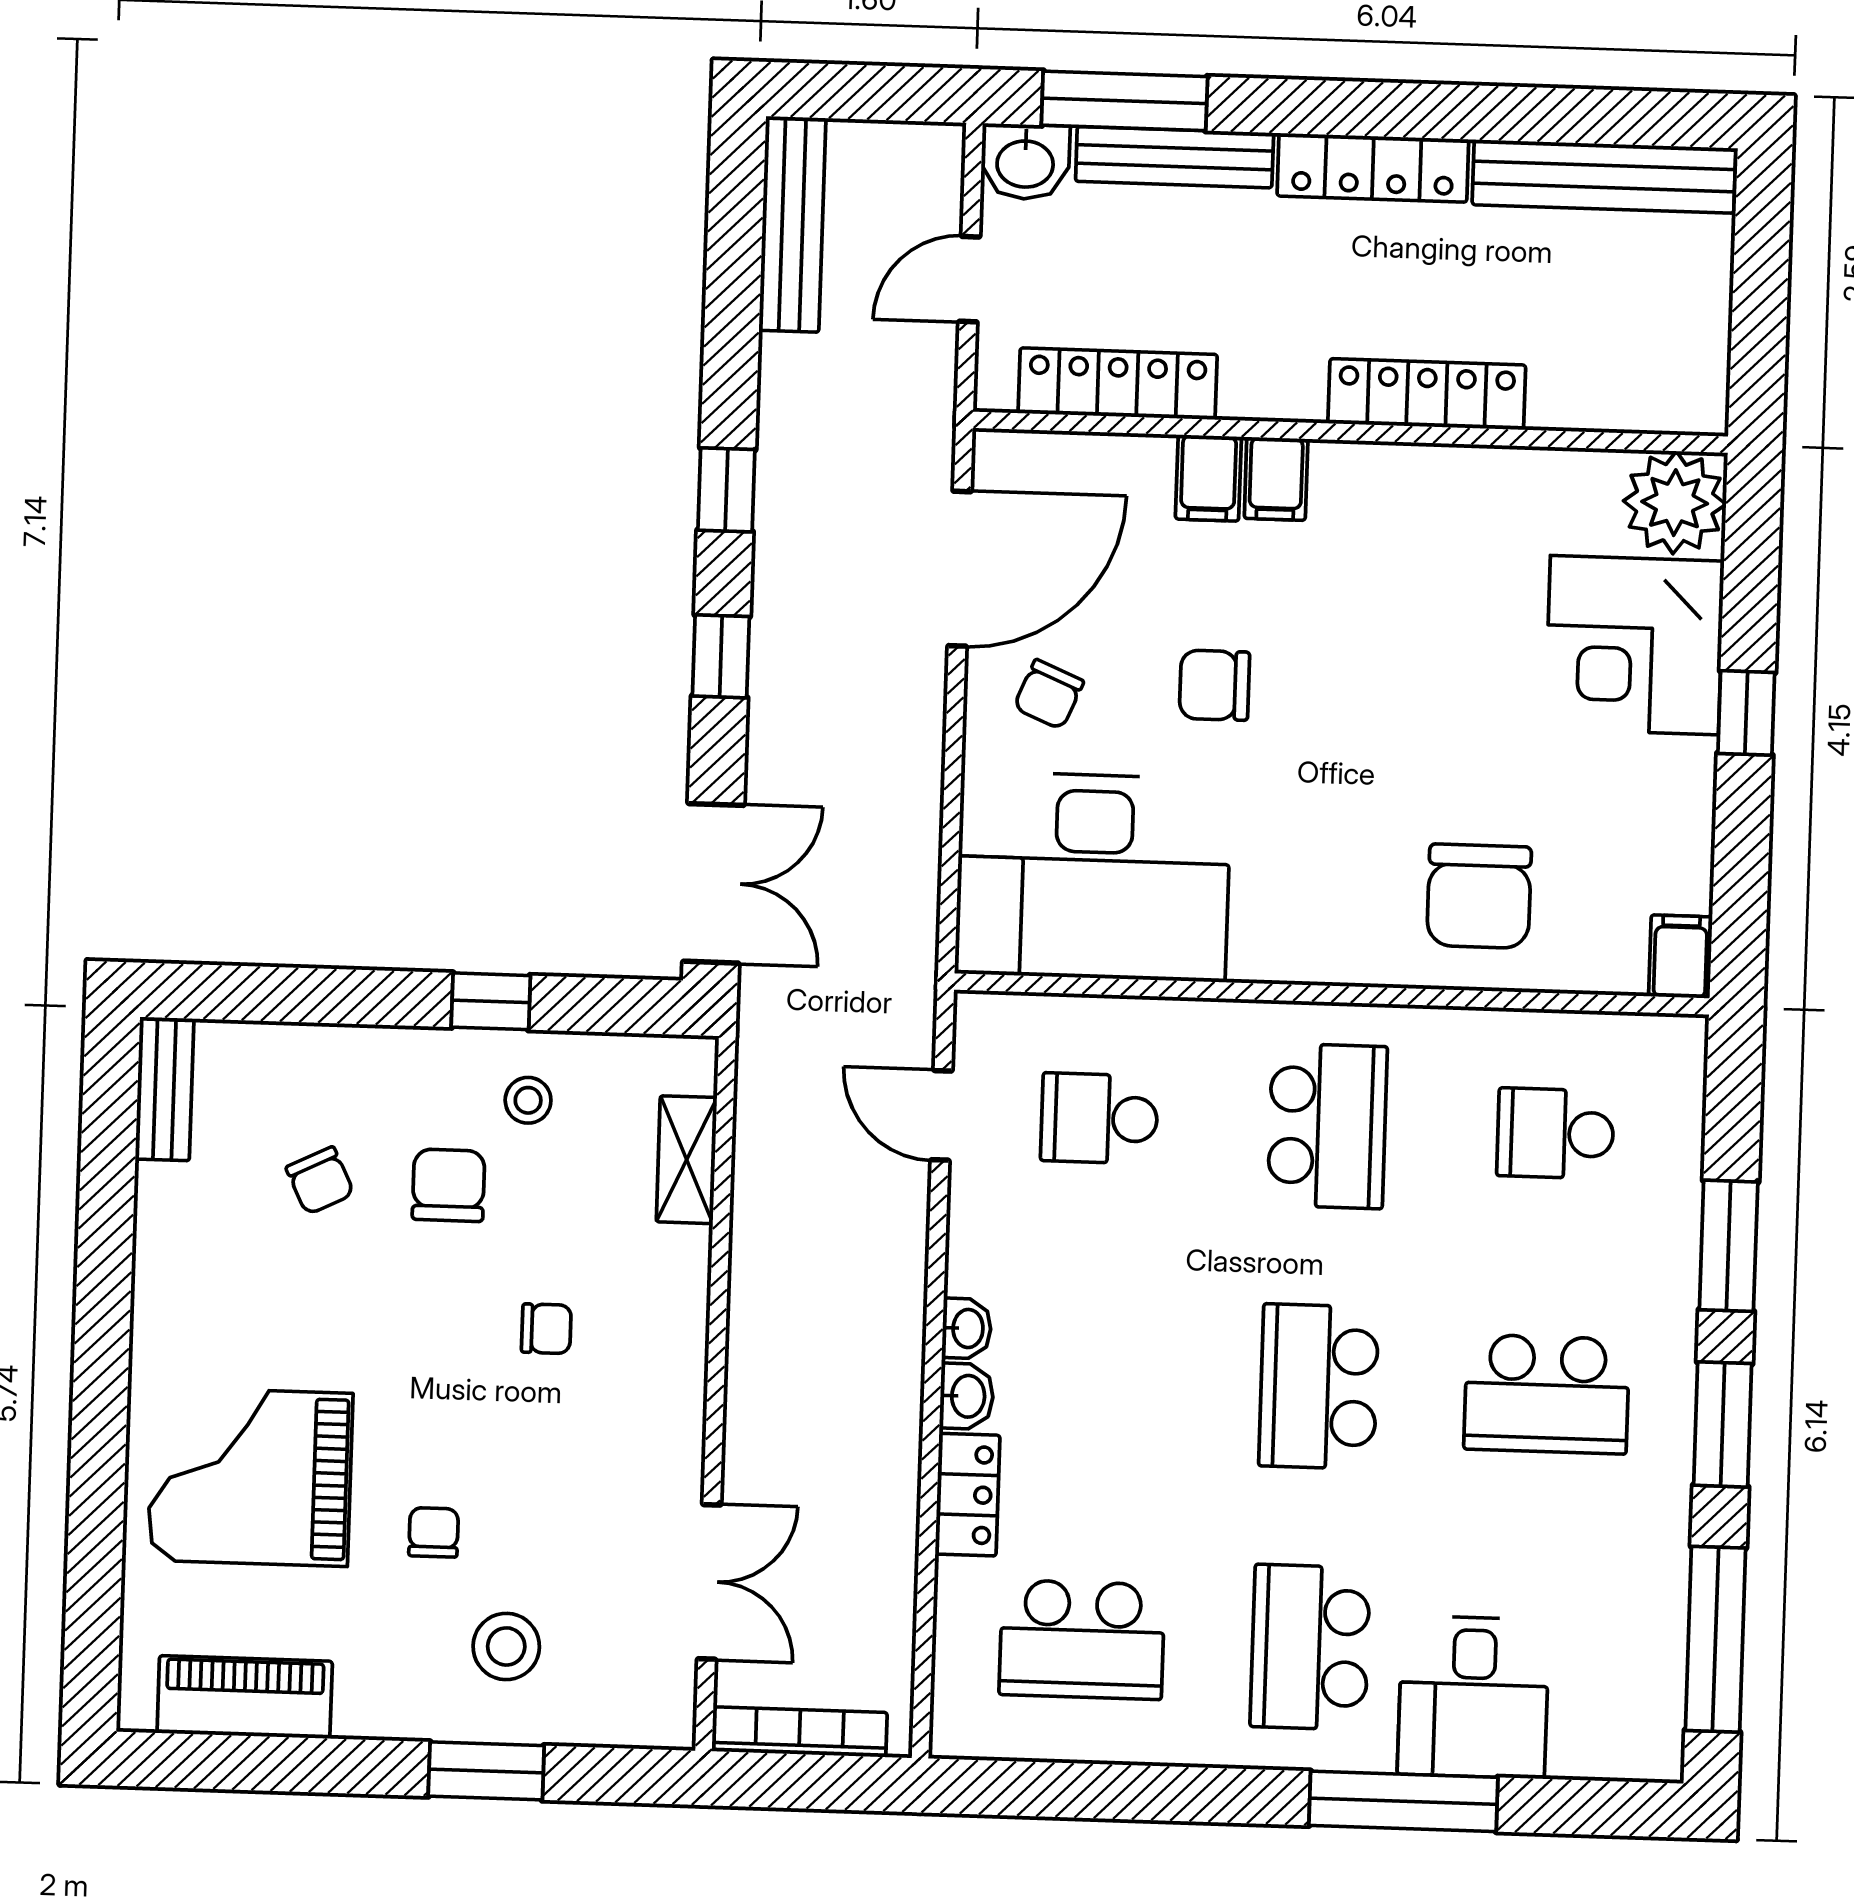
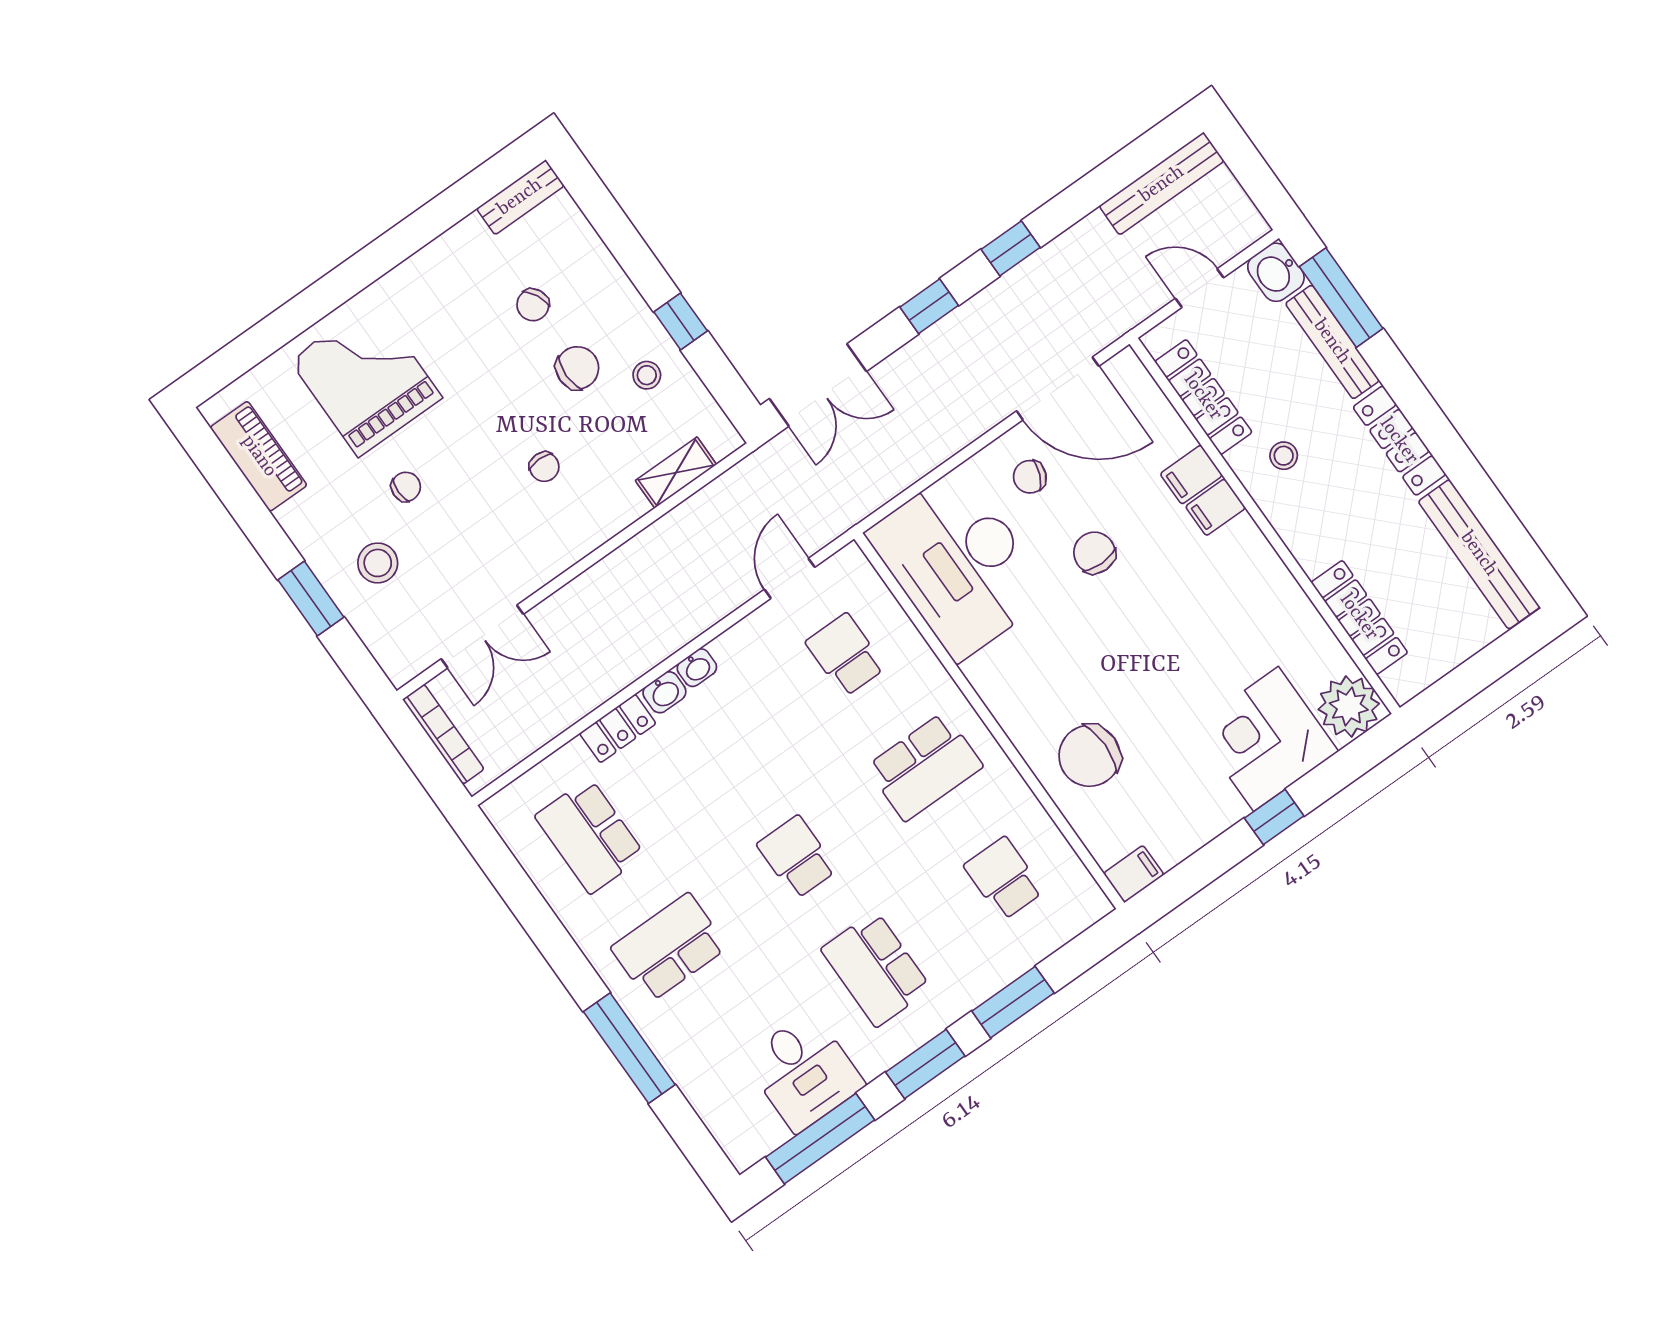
stool: (1276, 336) -> (1284, 456), added
locker: (1427, 394) -> (1359, 617), moved
school desk: (1319, 1387) -> (797, 857), width x0.54
desk: (1473, 1697) -> (804, 1072), moved, turned -90

